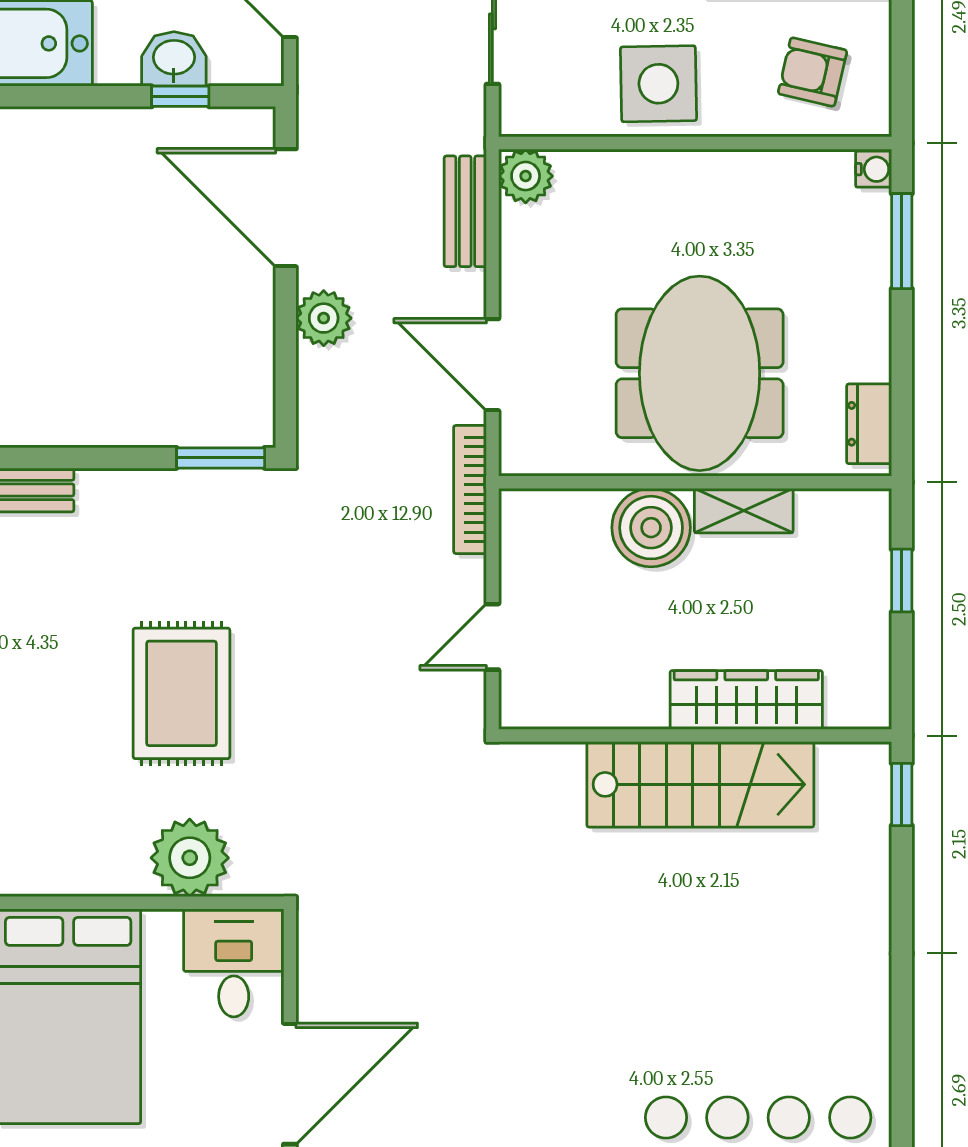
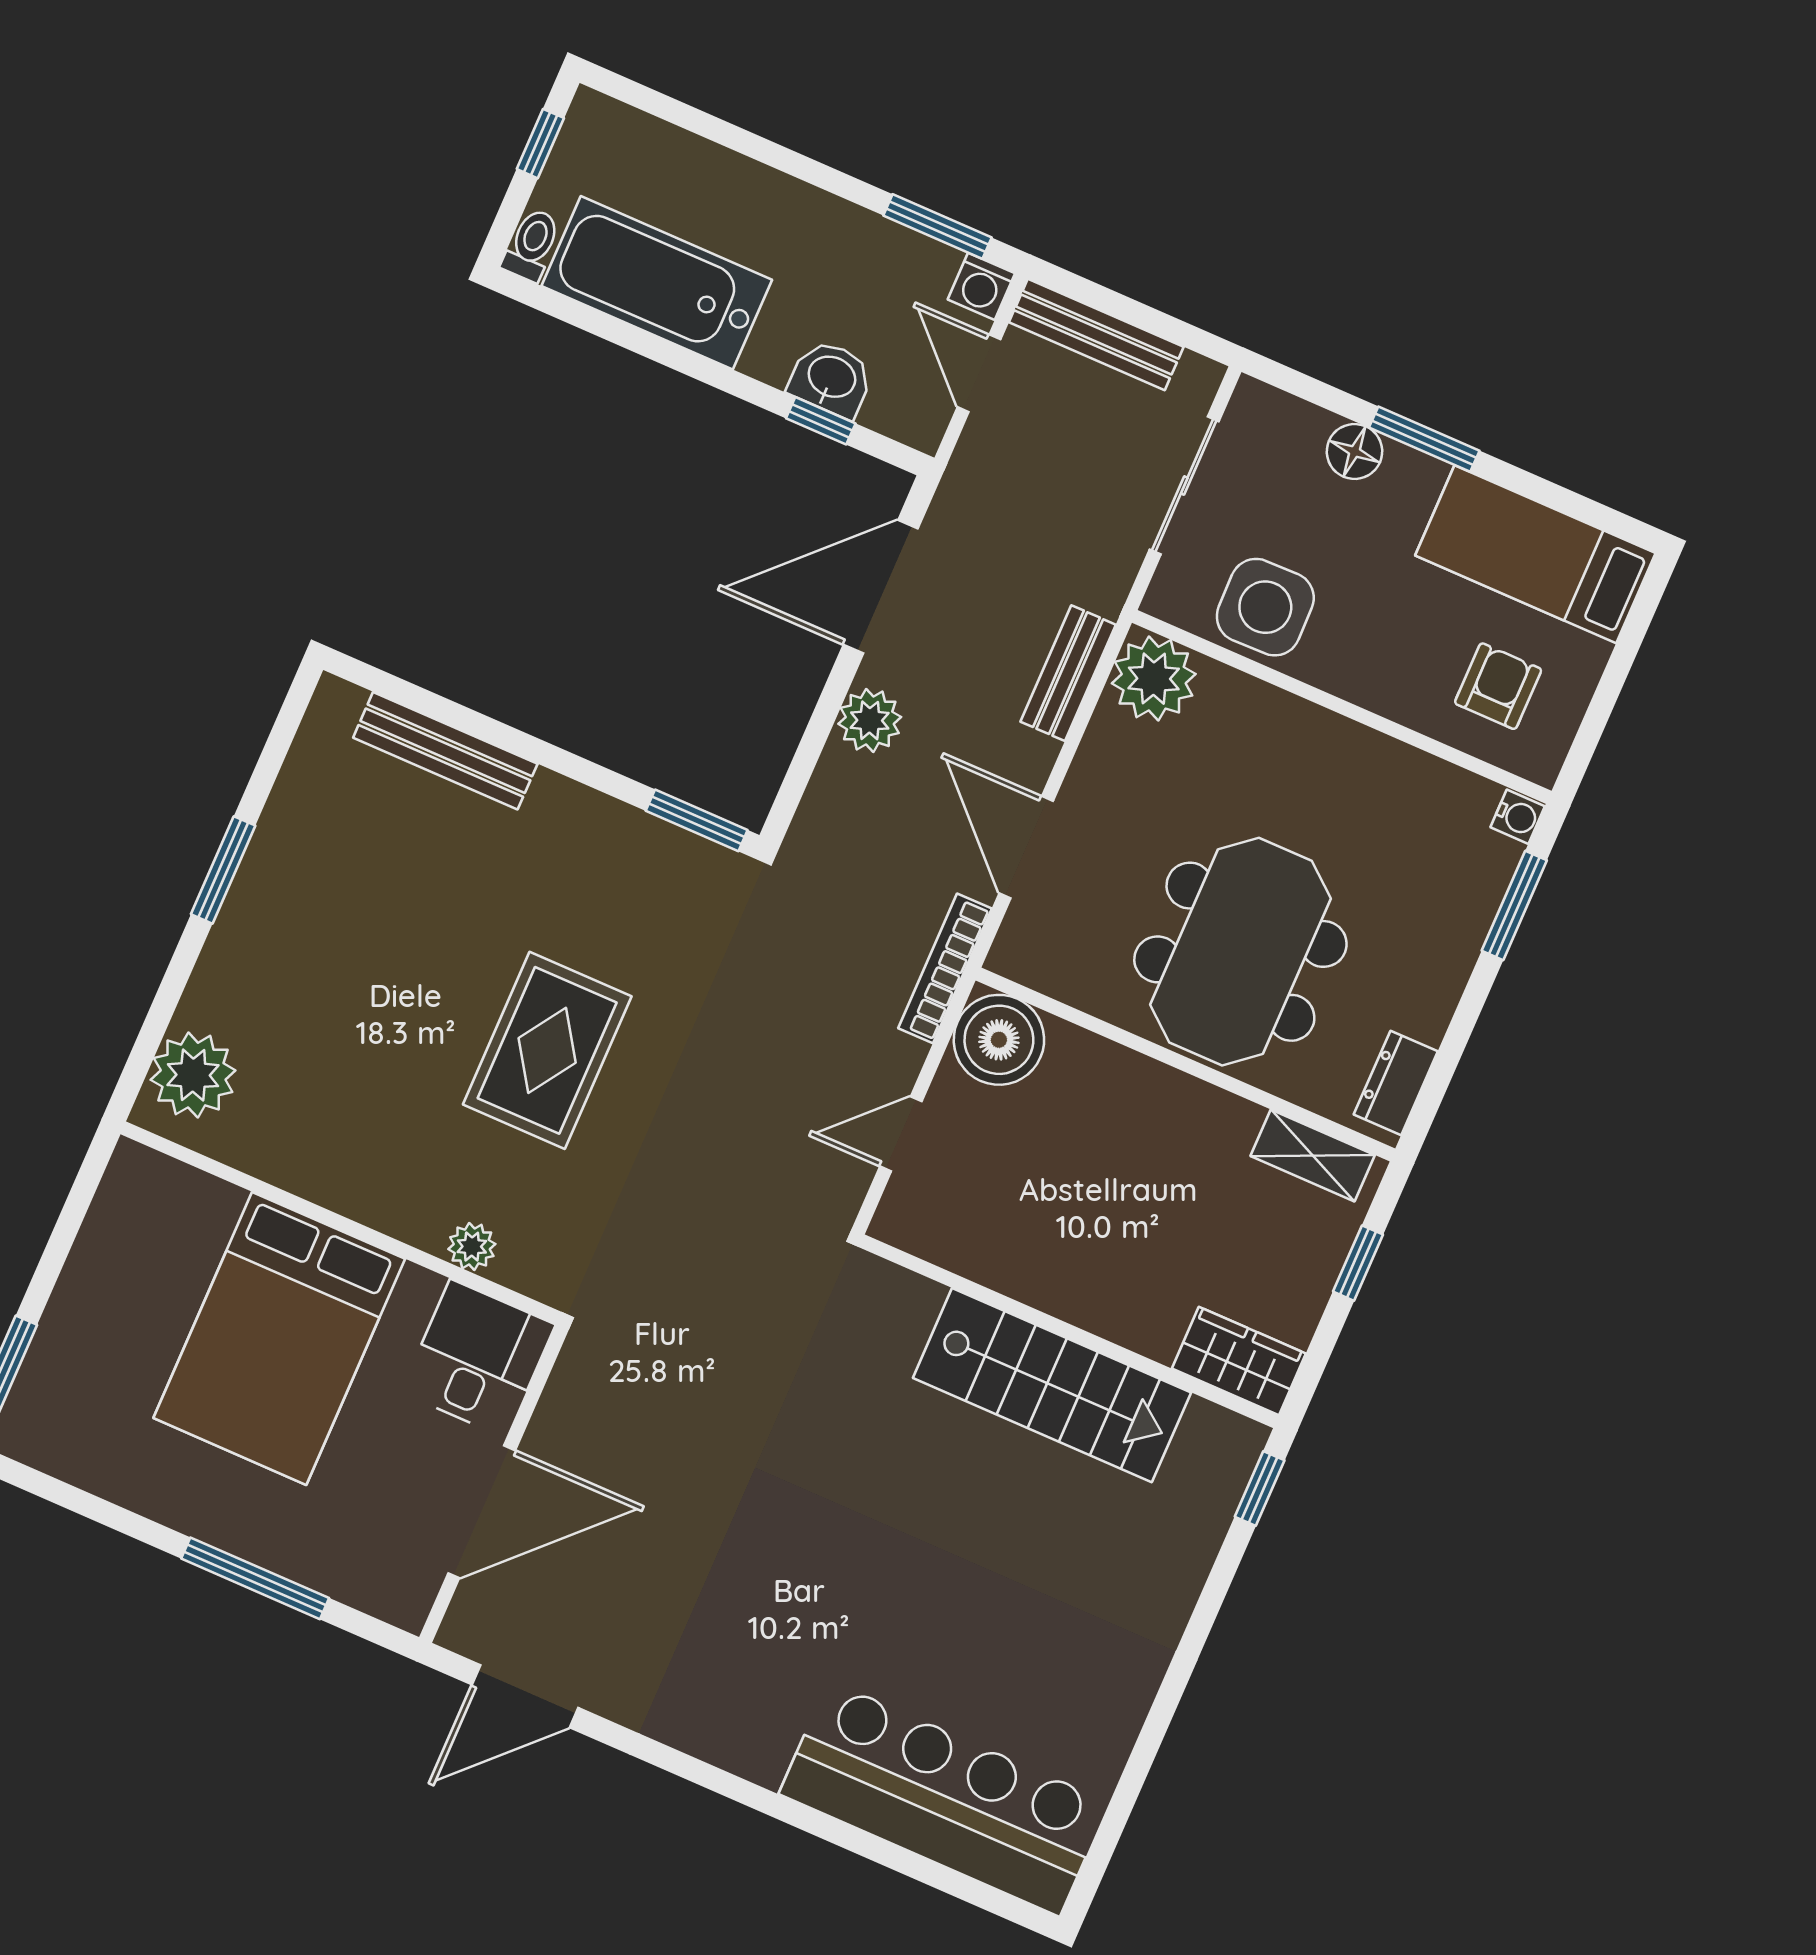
armchair: (812, 72) -> (1498, 686), turned 77
side table: (658, 84) -> (1265, 607), moved
plant: (526, 176) -> (1154, 679), width x1.36, depth x1.36
door: (286, 208) -> (881, 587), hinge flipped
shelving: (744, 511) -> (1313, 1155), moved
boiler: (651, 528) -> (999, 1040), moved
wardrobe: (746, 700) -> (1239, 1361), moved, width x0.67
plant: (190, 858) -> (472, 1247), width x0.53, depth x0.53

